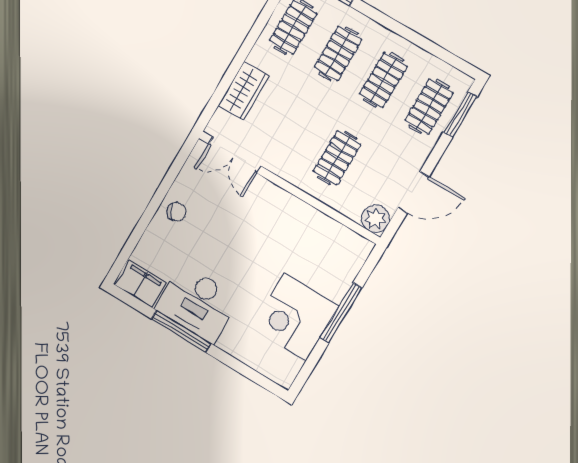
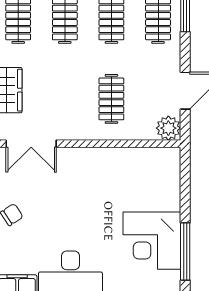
window: (341, 313) -> (185, 252), moved

